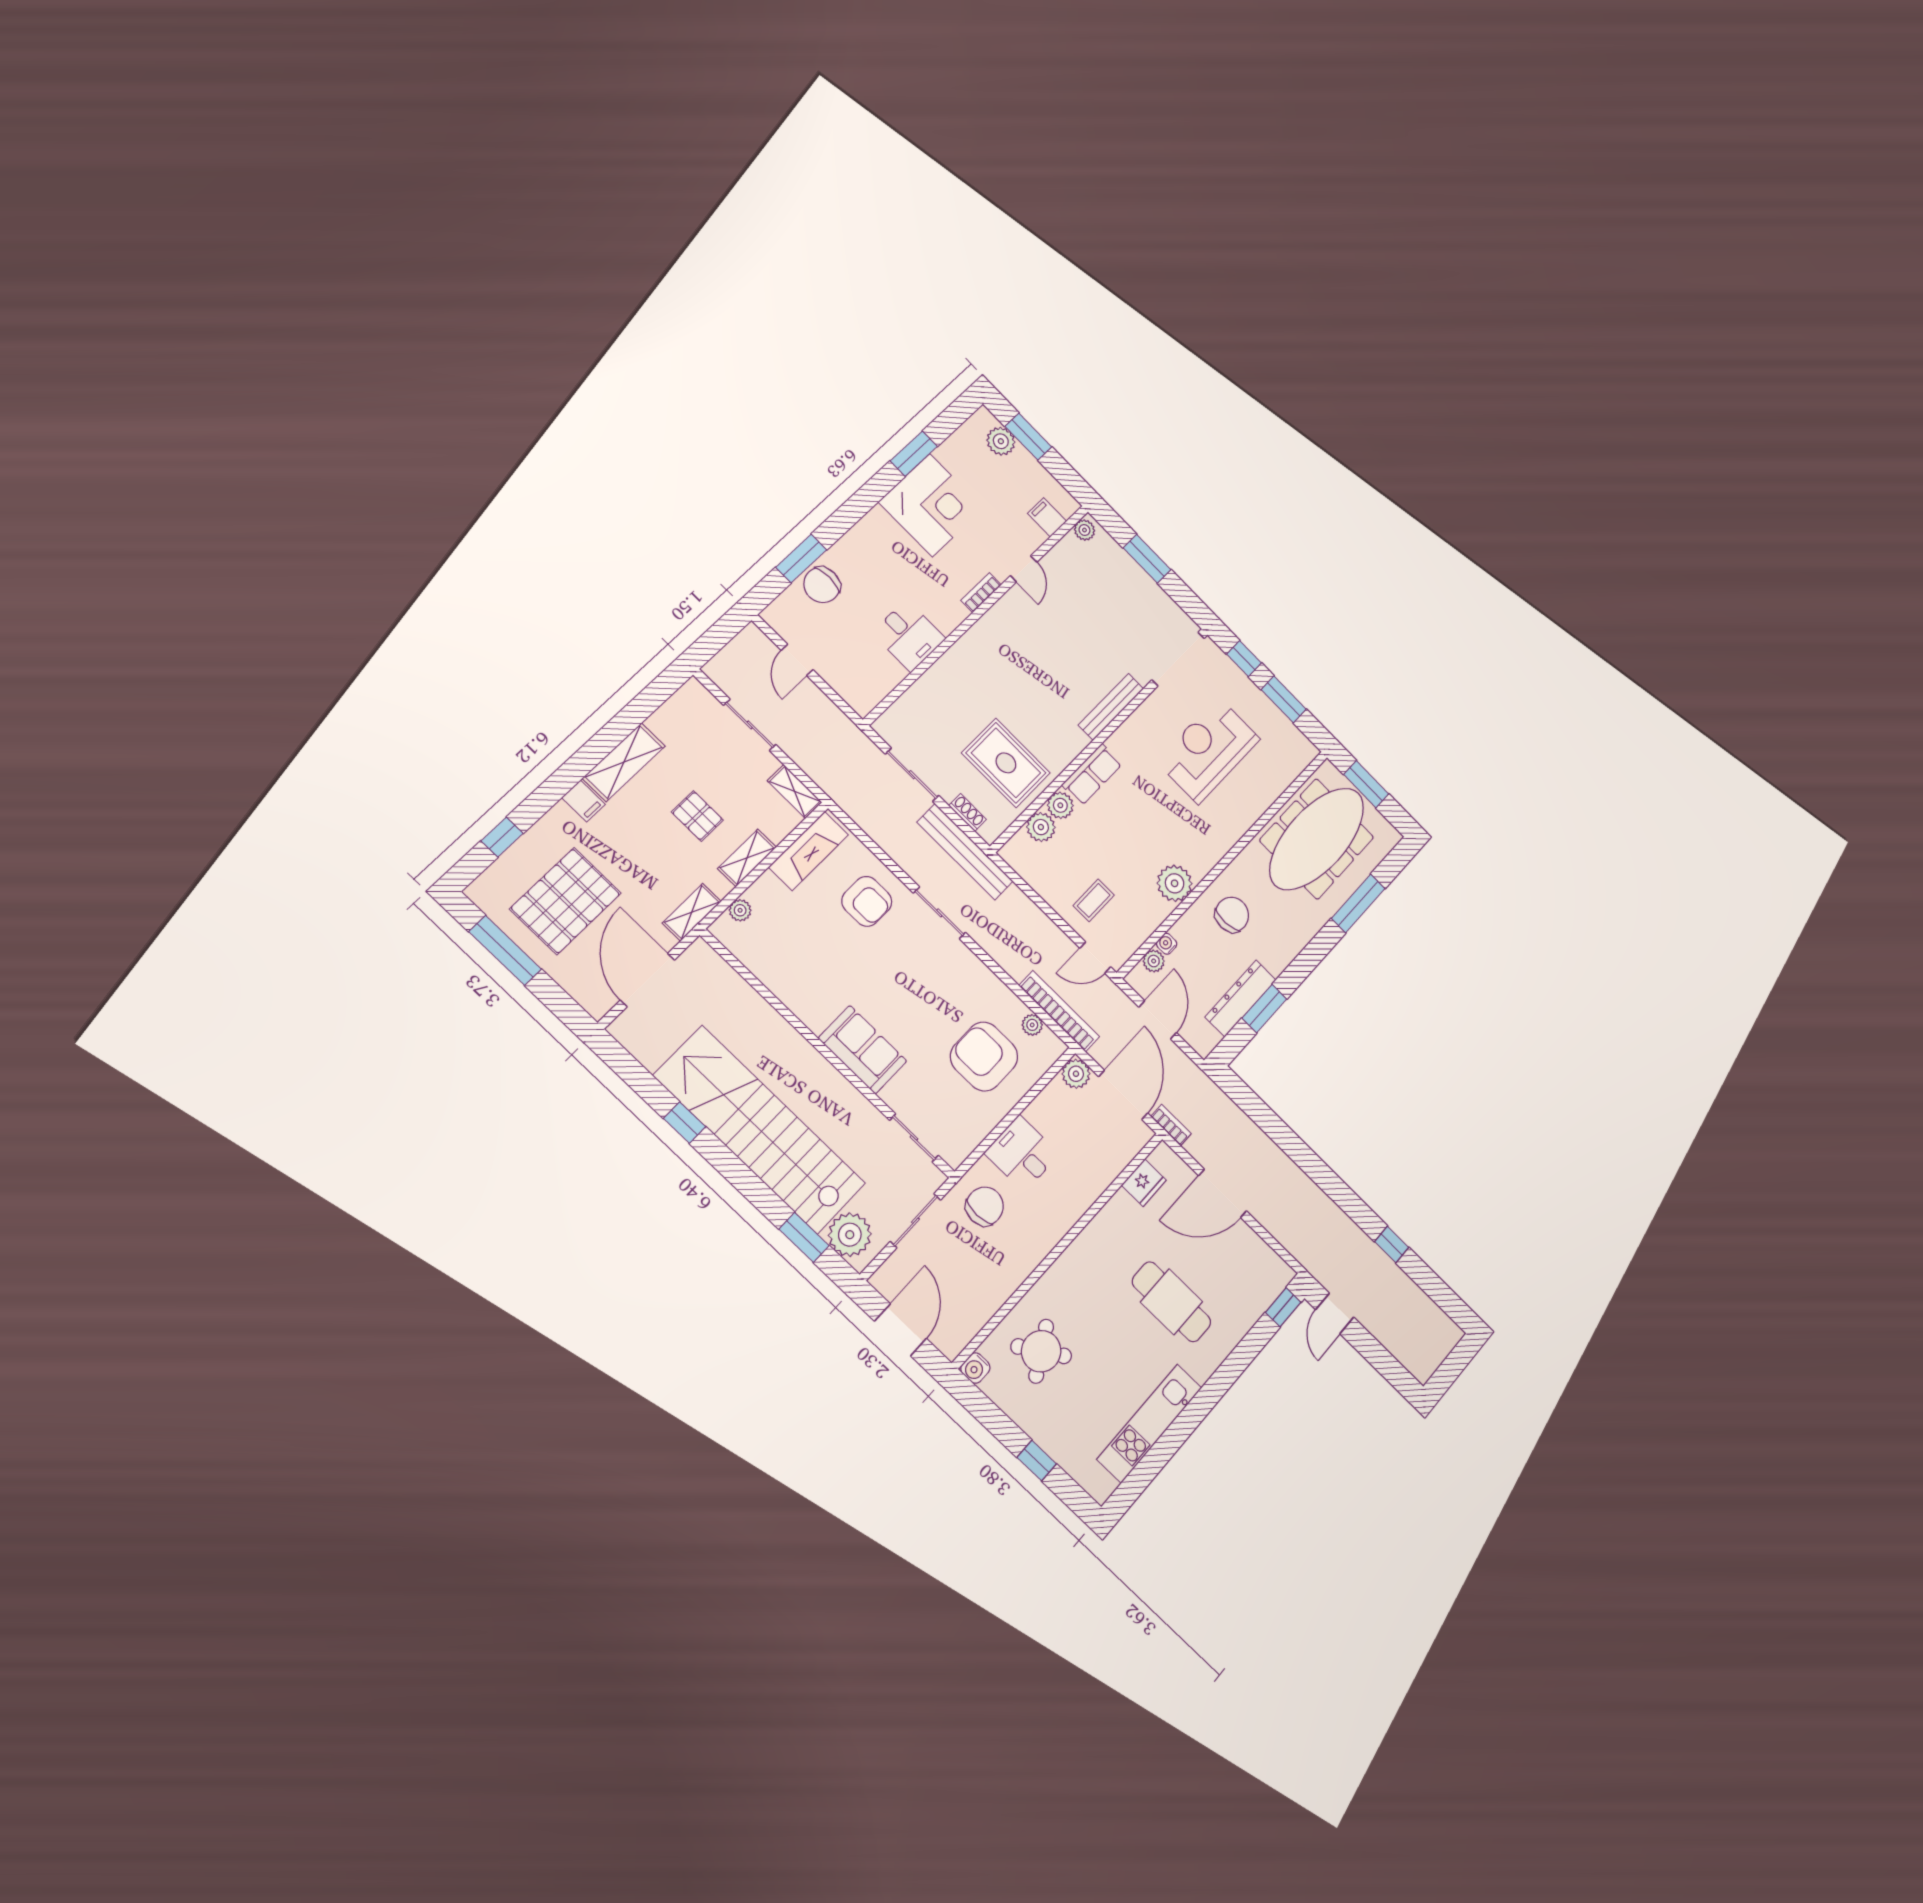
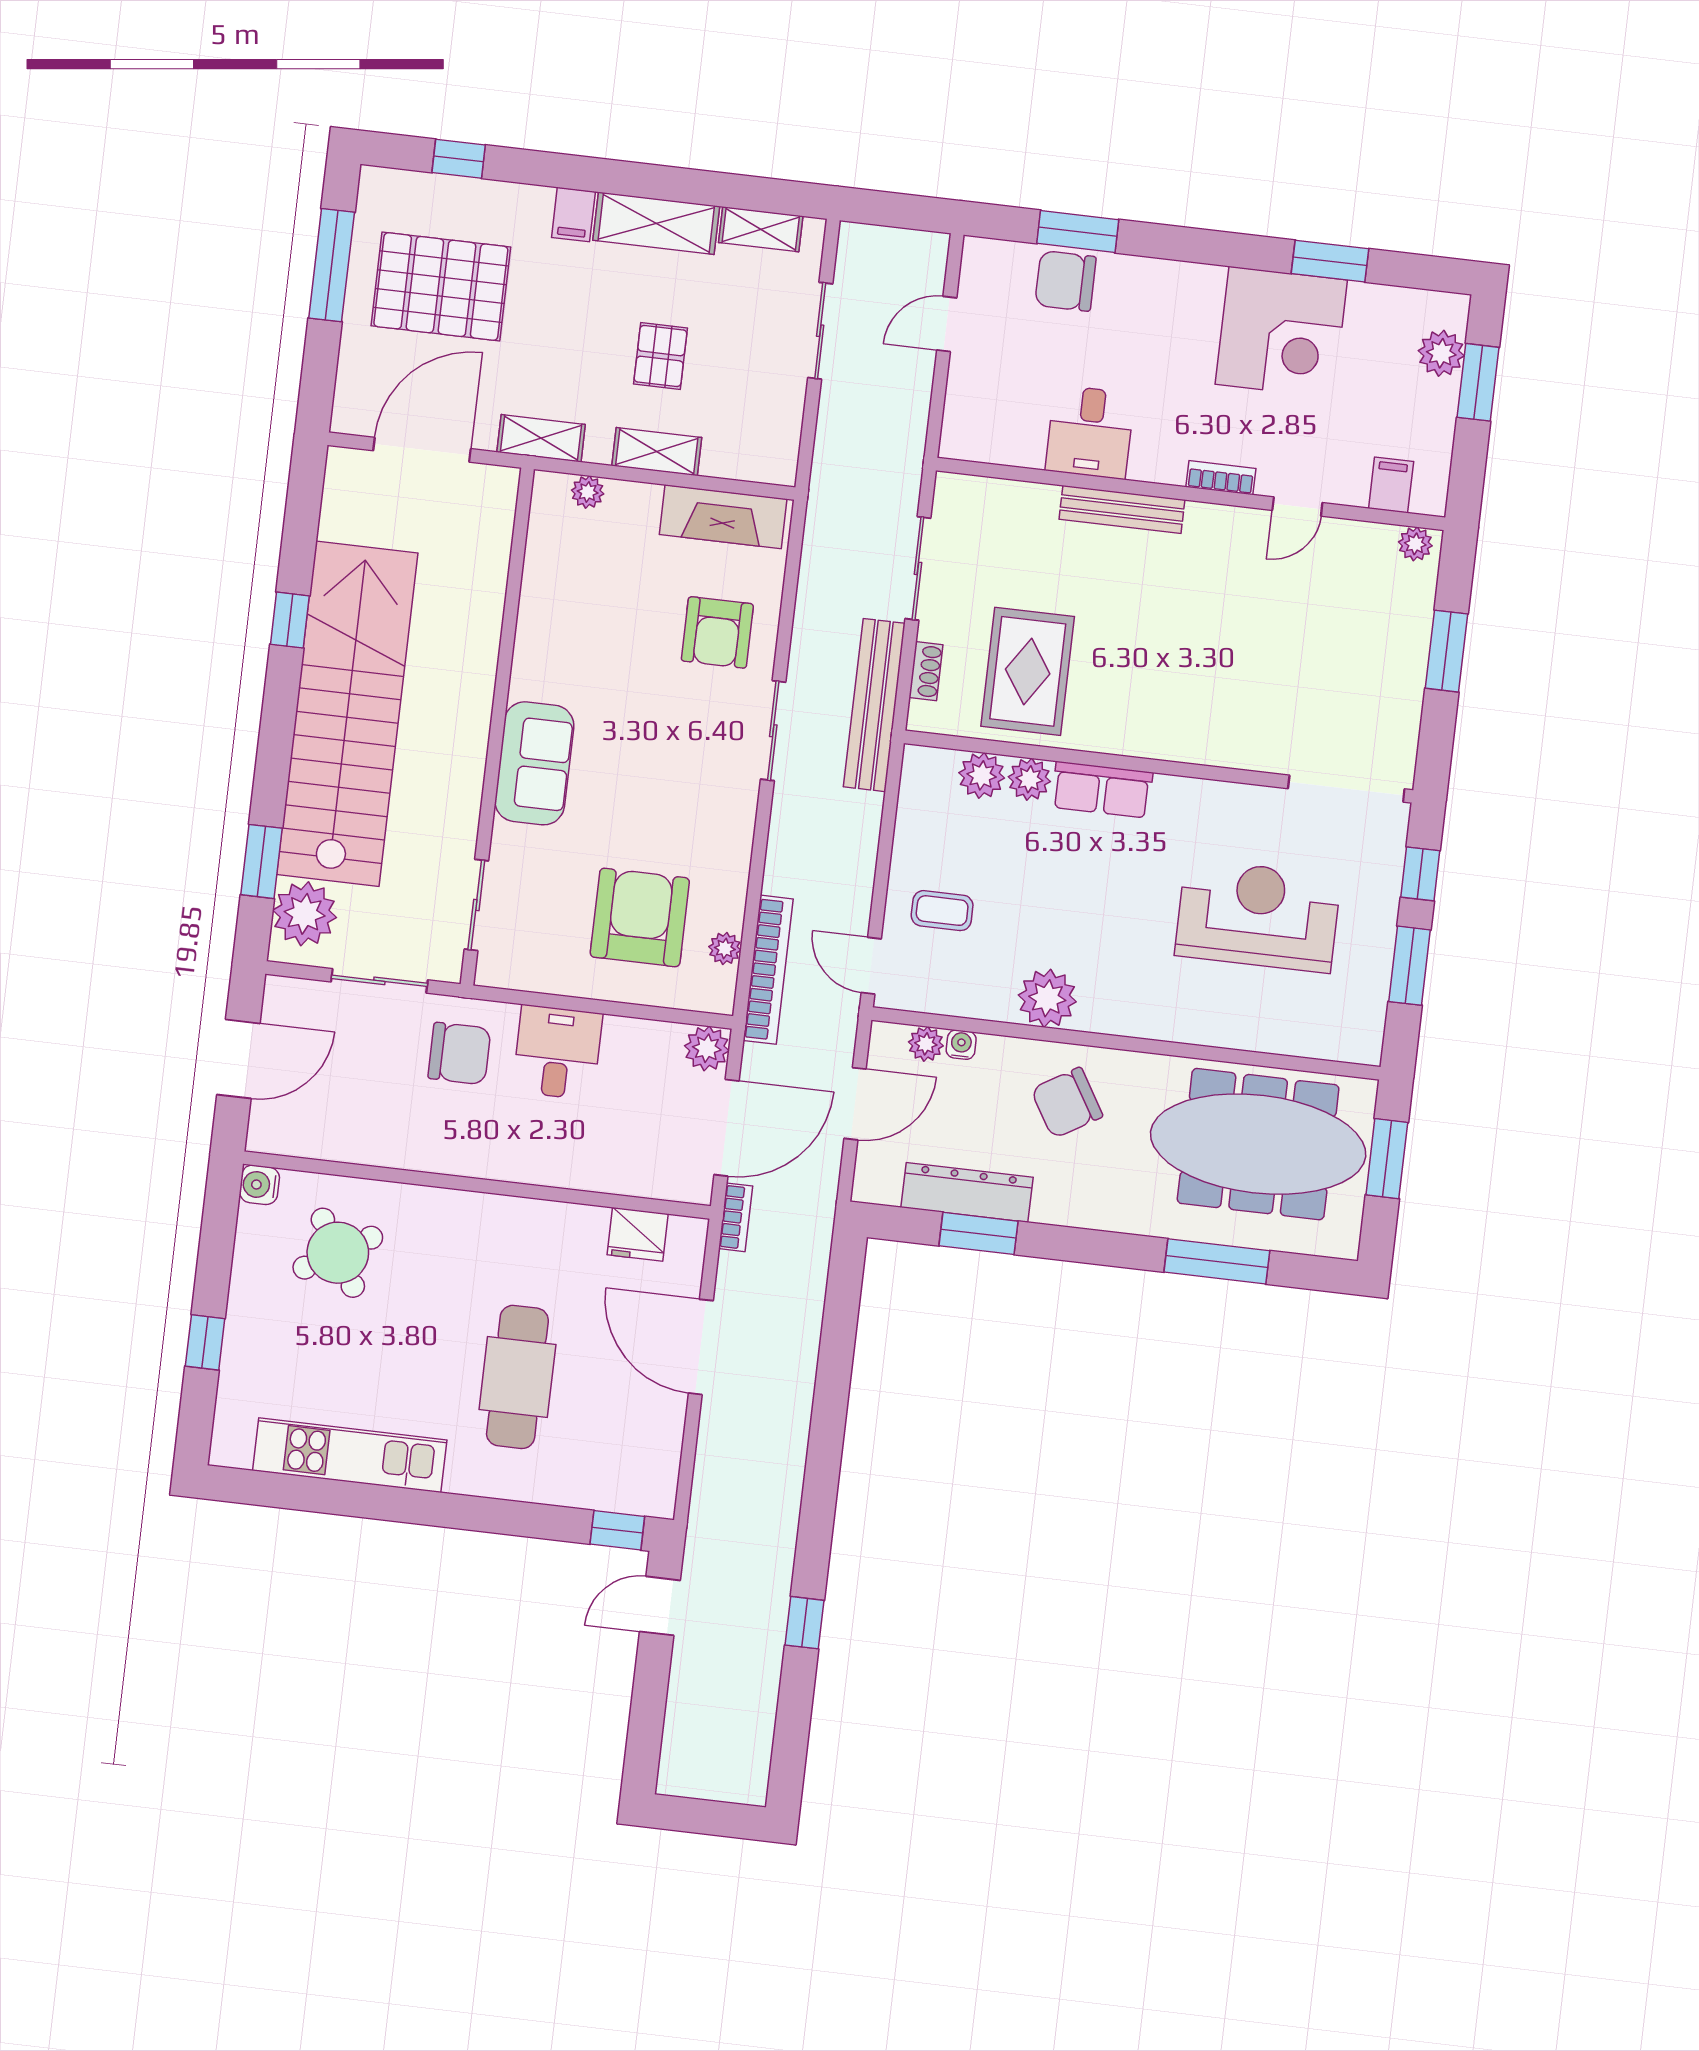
bench: (1111, 707) -> (1122, 509), moved
shelving: (795, 792) -> (761, 229), moved, turned 90
chair: (1232, 915) -> (1067, 1103), turned 152

